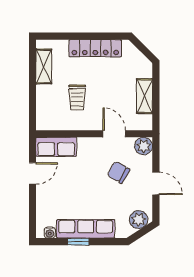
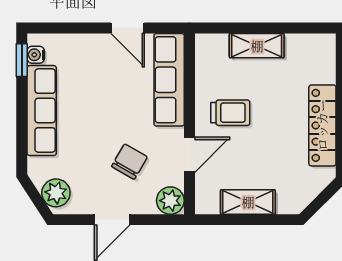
shelving: (44, 66) -> (257, 46), moved
trolley: (77, 97) -> (230, 113), moved, turned 180
row of seats: (56, 147) -> (169, 80), width x1.48
window: (78, 242) -> (22, 60), moved

